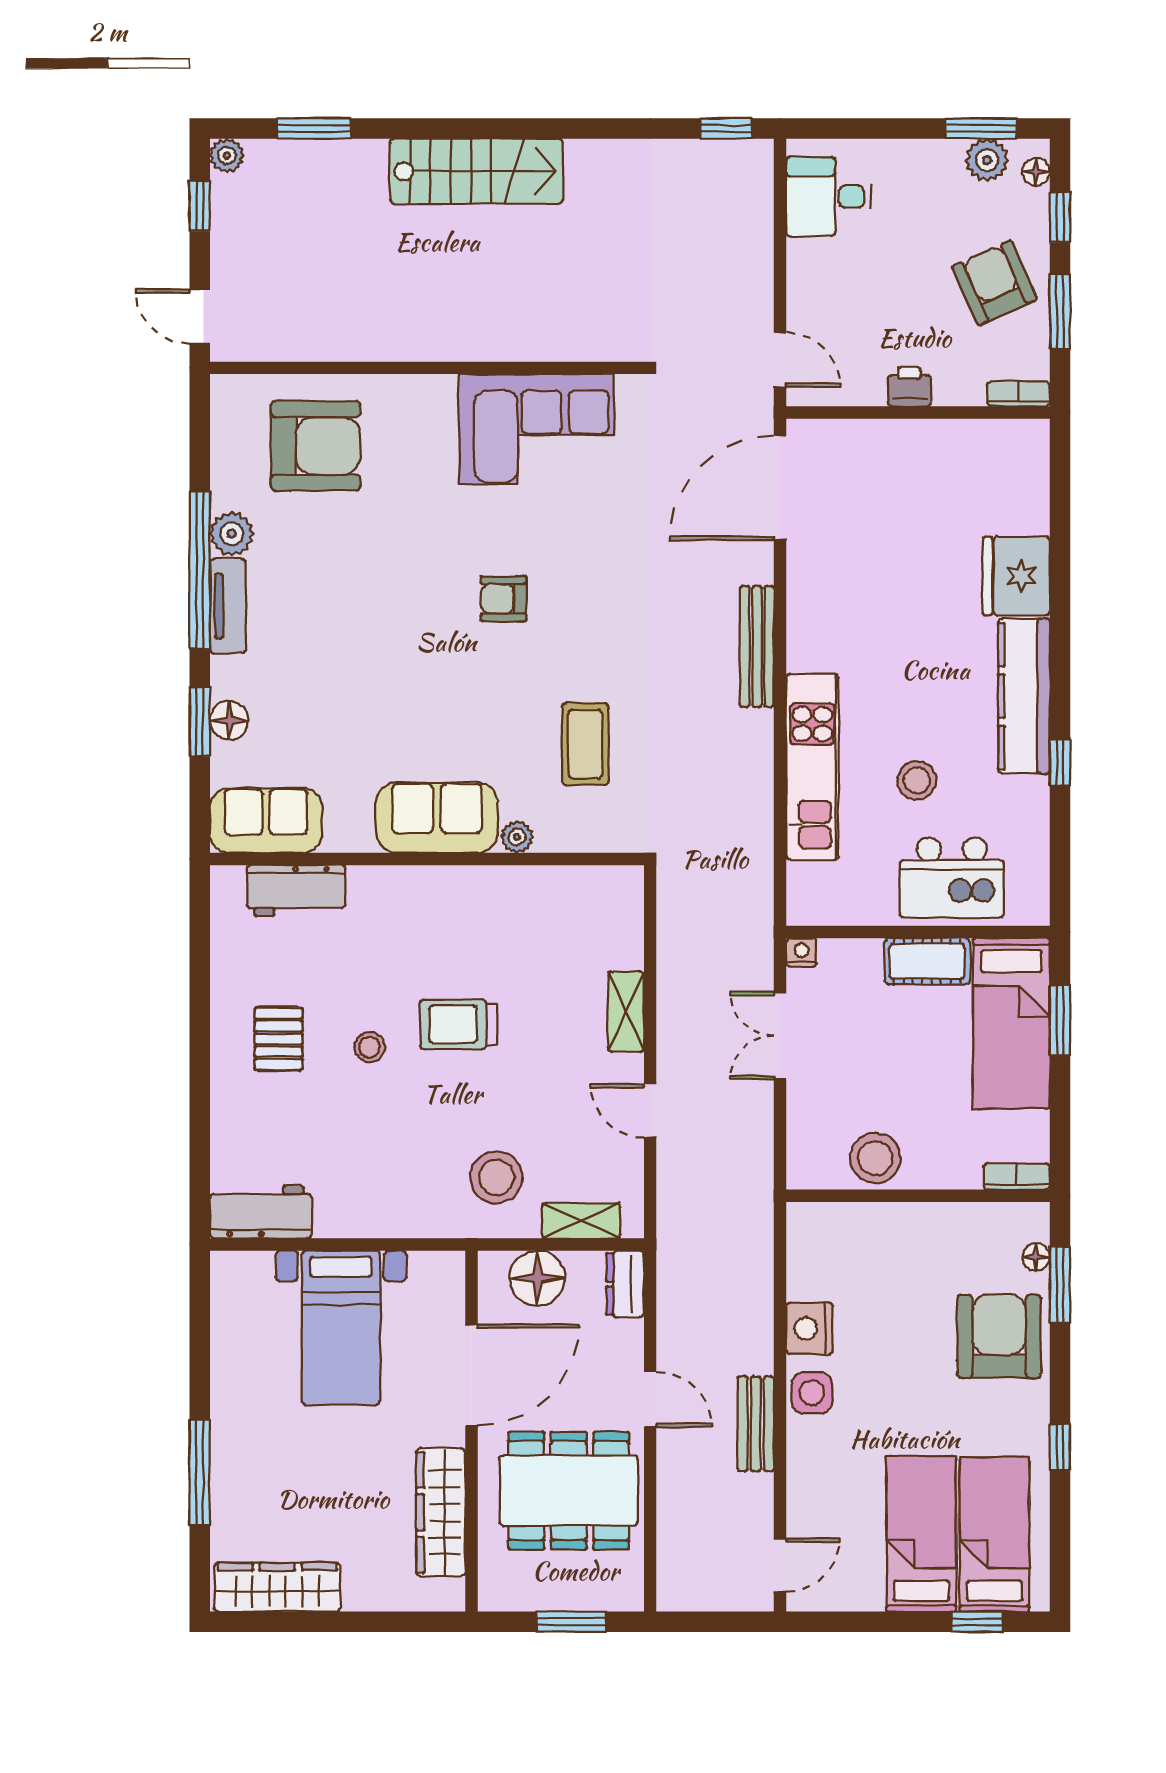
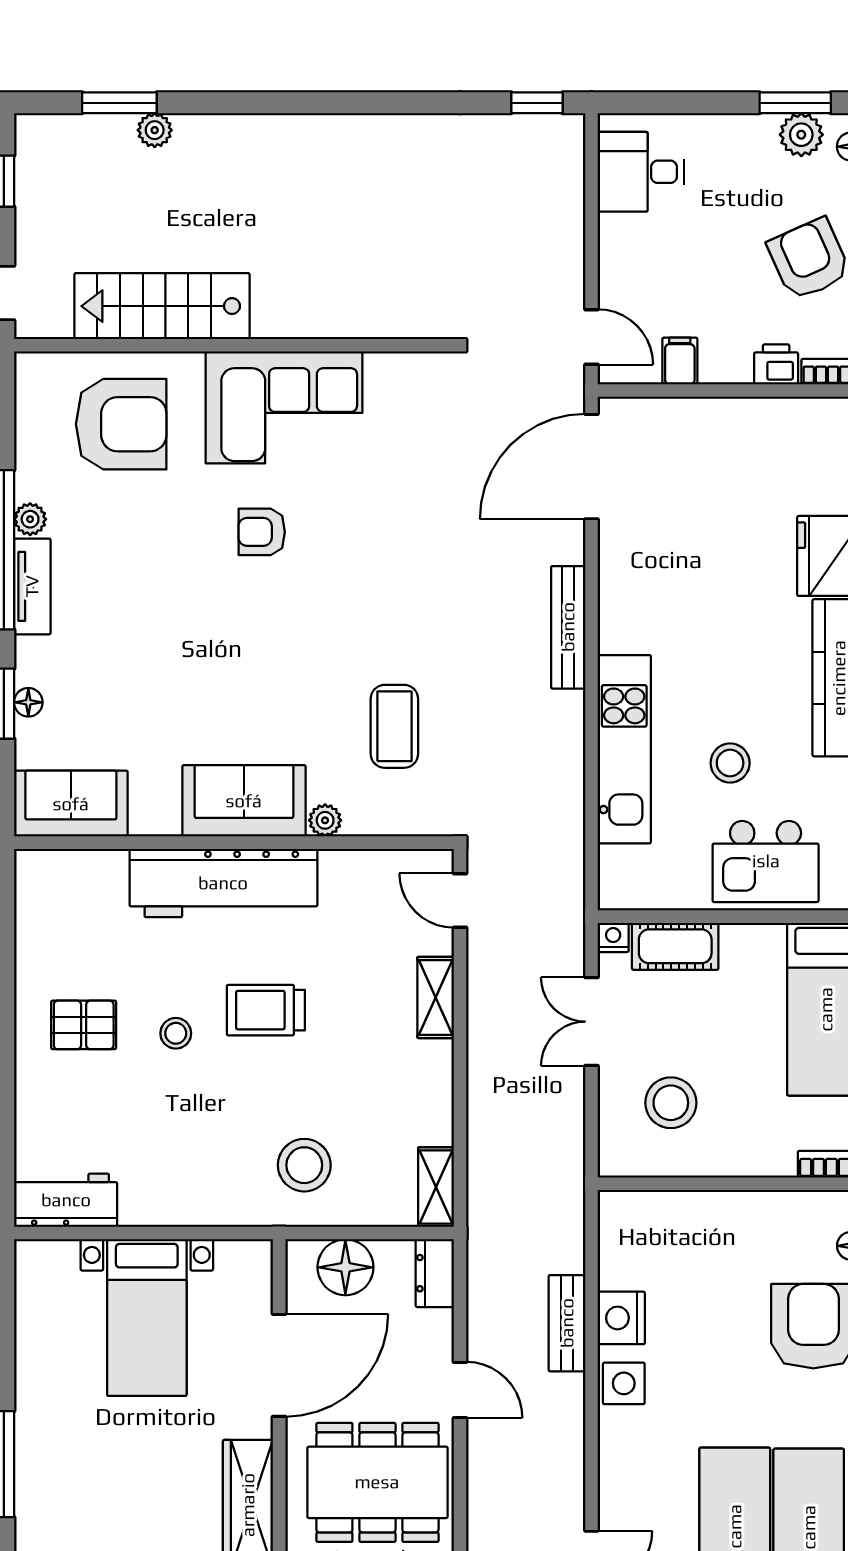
plant: (227, 156) -> (155, 130), moved
stairs: (476, 171) -> (162, 306), moved, turned 180
filing cabinet: (867, 383) -> (680, 361), added
printer: (909, 387) -> (776, 364), moved
corner sofa: (536, 429) -> (284, 407), moved
plant: (232, 534) -> (30, 519), width x0.73, depth x0.73
armchair: (504, 599) -> (262, 532), moved
floor lamp: (229, 720) -> (28, 702), width x0.73, depth x0.73
workbench: (296, 891) -> (223, 883), moved, width x1.88, depth x1.32
cot: (927, 961) -> (675, 946), moved
pallet: (279, 1039) -> (84, 1025), turned 90
door: (650, 1111) -> (460, 900), moved
stool: (875, 1158) -> (671, 1103), moved
shelving: (581, 1221) -> (436, 1187), moved, turned 90
bench: (756, 1424) -> (567, 1323), moved

